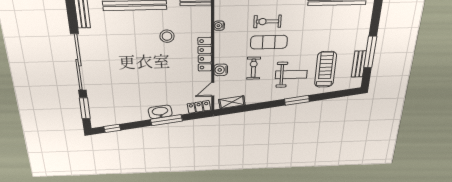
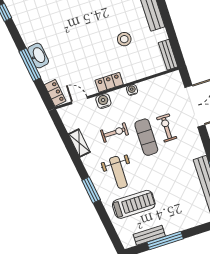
water cooler: (219, 26) -> (132, 90), moved
locker: (205, 54) -> (109, 82), width x0.66
shelving: (232, 102) -> (79, 143), moved

